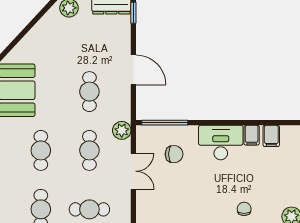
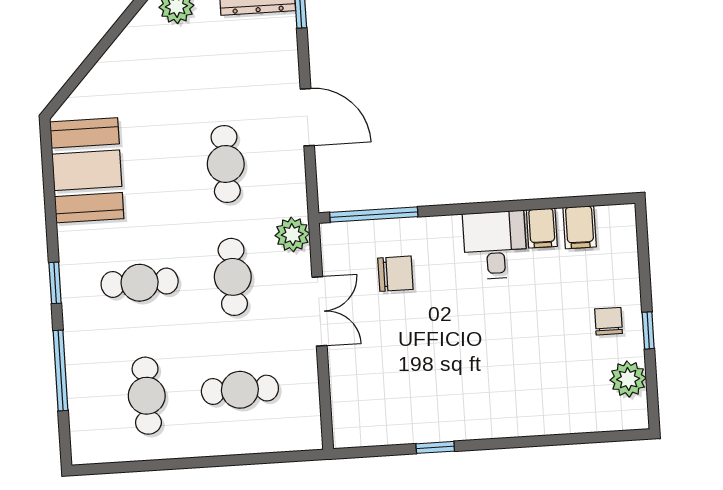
desk: (221, 143) -> (495, 245), width x0.73
cafe table: (41, 150) -> (140, 283), turned 90
chair: (244, 209) -> (608, 321), moved

